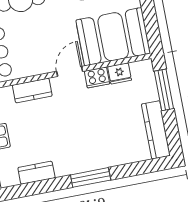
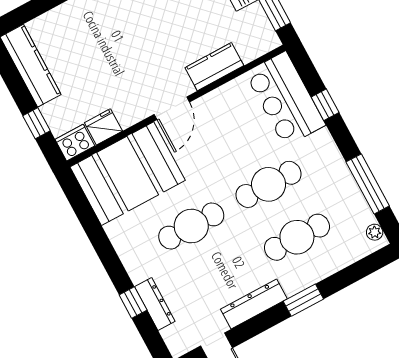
cooker: (97, 77) -> (75, 143), moved
window: (164, 90) -> (37, 123), width x0.46

